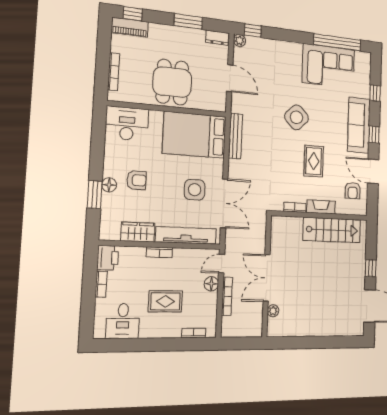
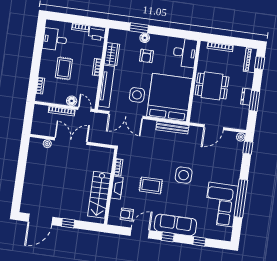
dresser: (217, 38) -> (246, 97), moved
window: (337, 42) -> (241, 198), moved
side table: (296, 117) -> (184, 175), turned 45
bed: (195, 135) -> (169, 97), width x1.36

